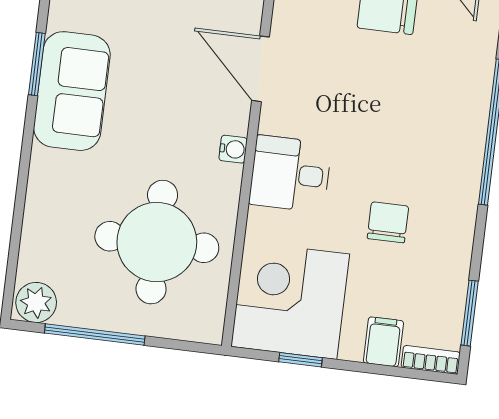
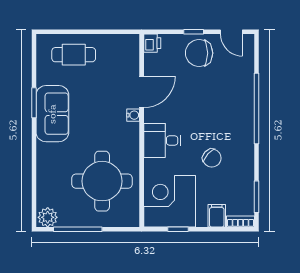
door: (260, 69) -> (142, 92), swing flipped
water cooler: (233, 149) -> (133, 115), moved
chair: (388, 222) -> (212, 158), turned 132

